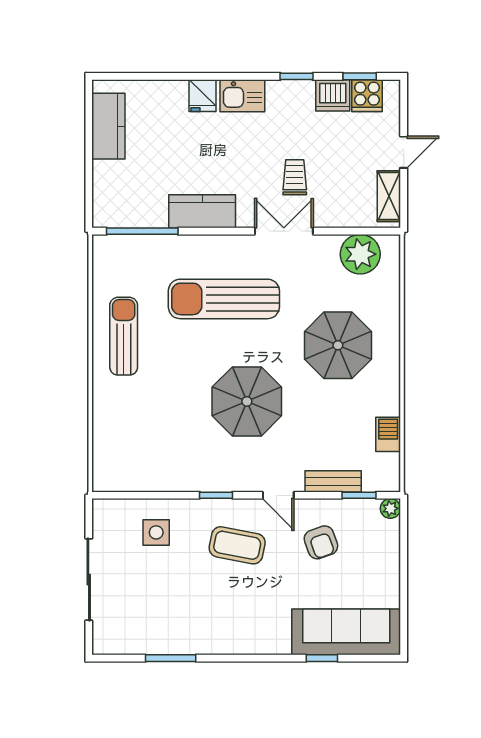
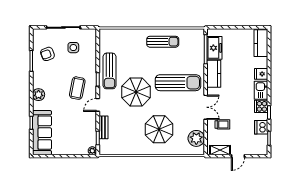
cooker: (367, 96) -> (261, 106), moved
kitchen counter: (108, 126) -> (261, 43), moved, turned 90
door: (404, 152) -> (238, 156), hinge flipped
trolley: (295, 177) -> (222, 124), moved
freezer: (139, 210) -> (214, 48), added
sun lounger: (224, 299) -> (178, 83), turned 90
barbecue: (388, 434) -> (123, 150), removed
sun lounger: (195, 466) -> (110, 71), added
side table: (156, 532) -> (73, 48), moved
armchair: (321, 542) -> (47, 54), moved
plant: (253, 640) -> (39, 95), added

